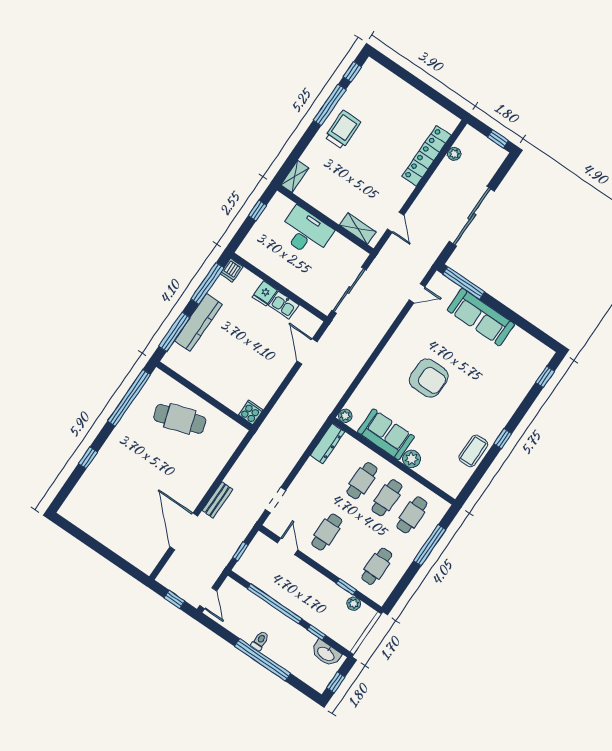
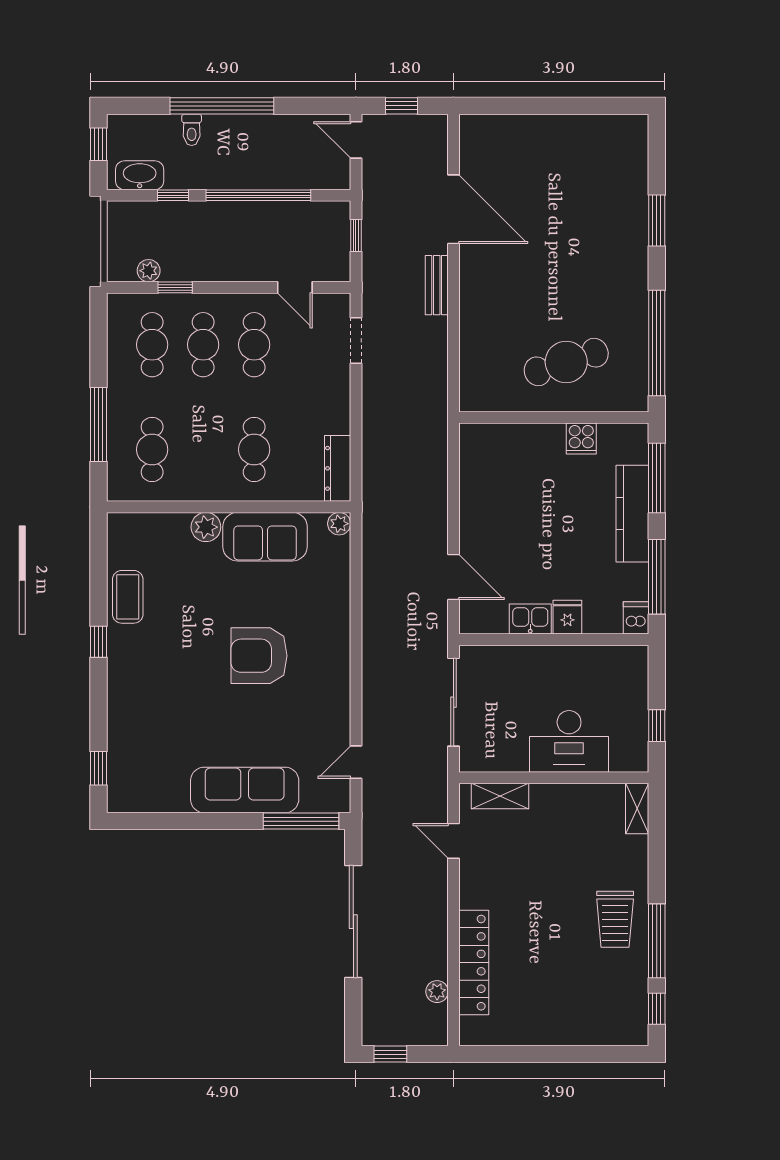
cooker: (251, 412) -> (581, 439), moved
window: (88, 458) -> (657, 221), width x1.50
cafe table: (387, 498) -> (203, 345), moved
toilet: (260, 641) -> (192, 130), moved

